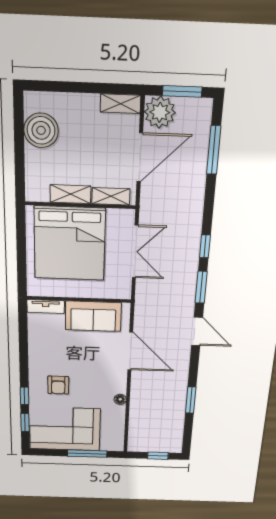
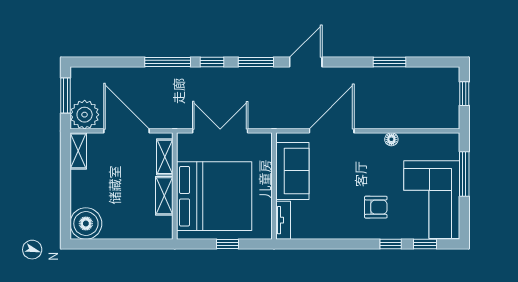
boiler: (41, 130) -> (86, 224), moved
window: (214, 150) -> (168, 62), moved
window: (22, 255) -> (227, 244), added

